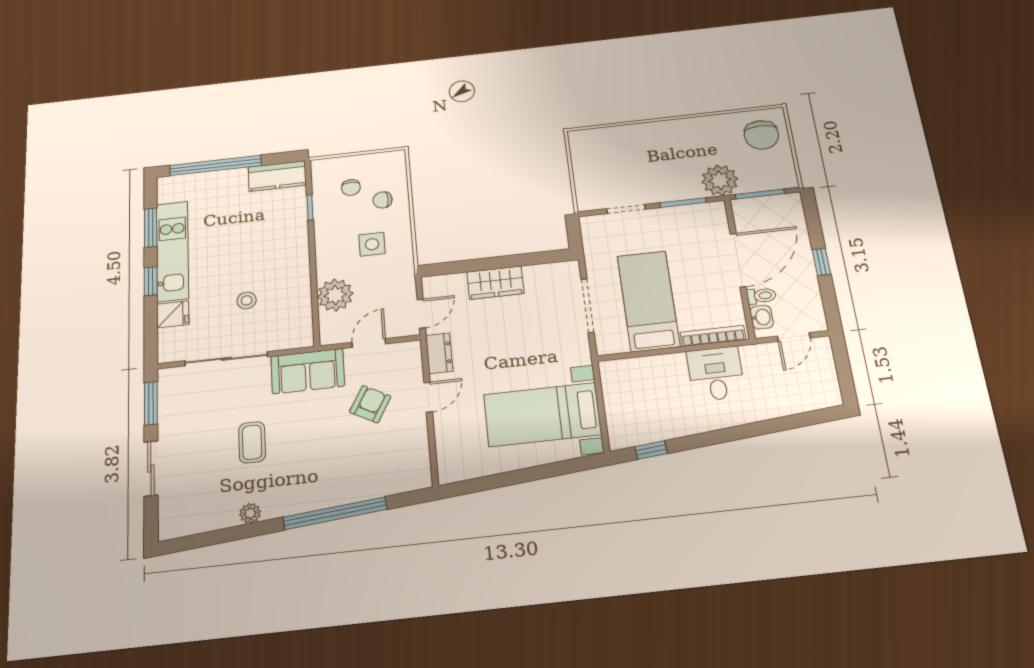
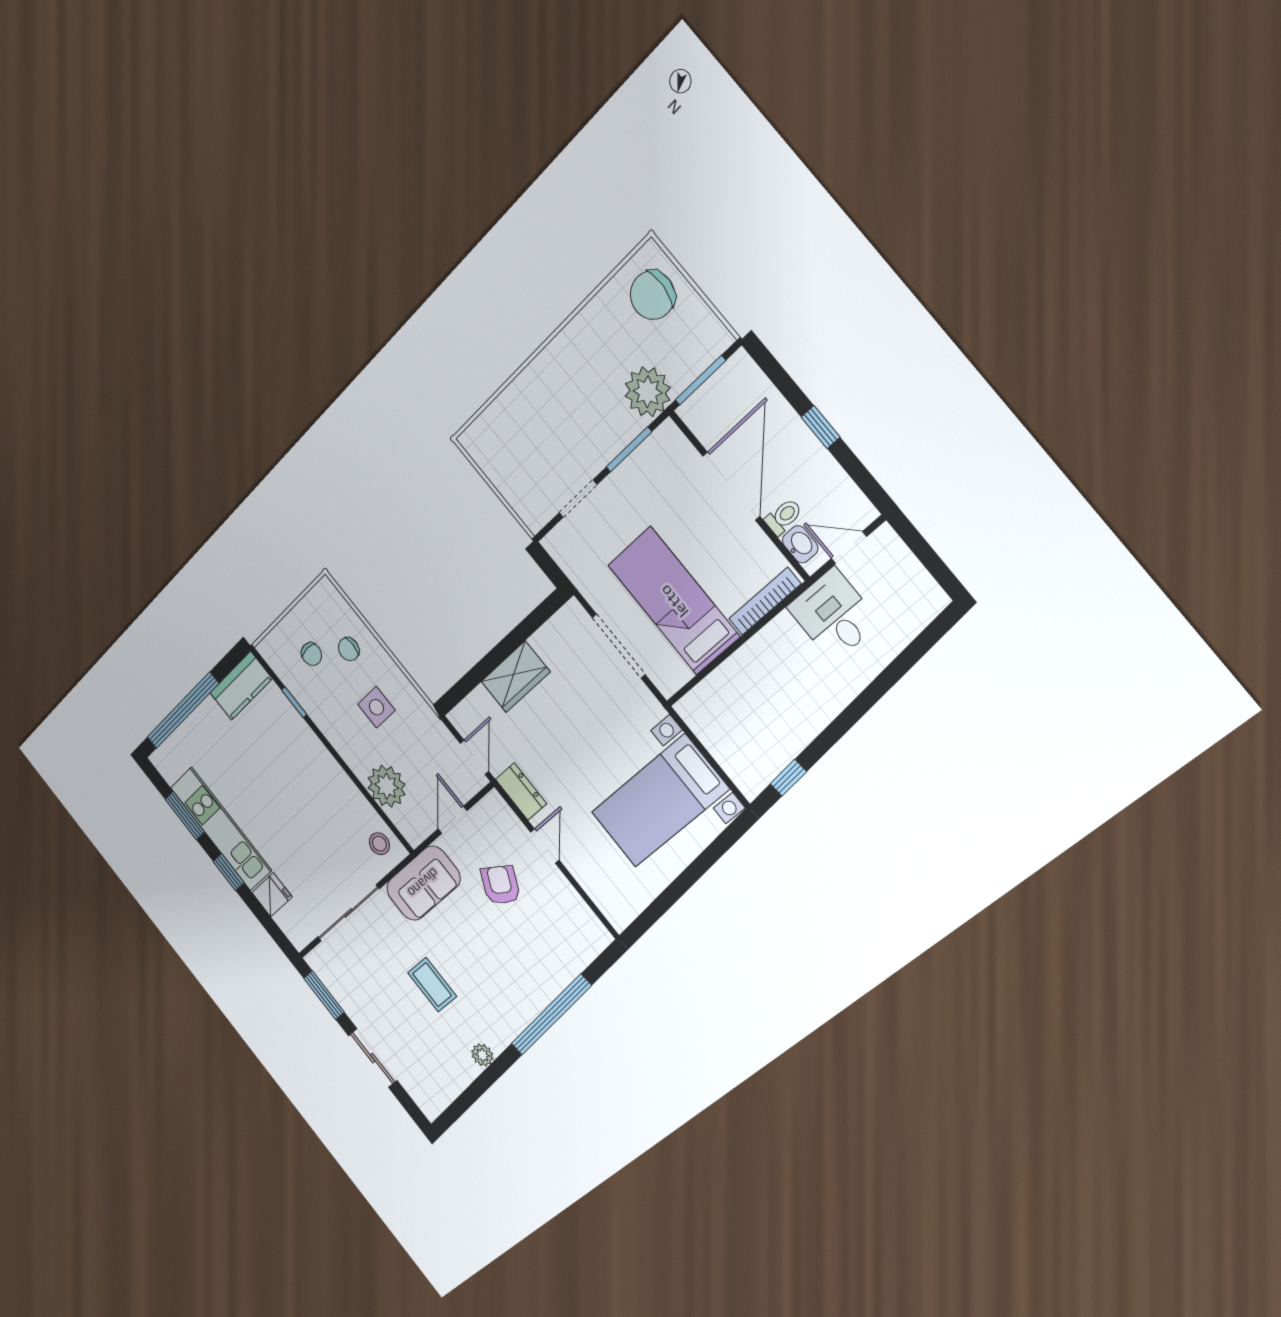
chair: (761, 135) -> (652, 295), turned 94
stool: (247, 300) -> (379, 844), moved
door: (794, 337) -> (849, 548), swing flipped
desk: (716, 374) -> (834, 615), moved

